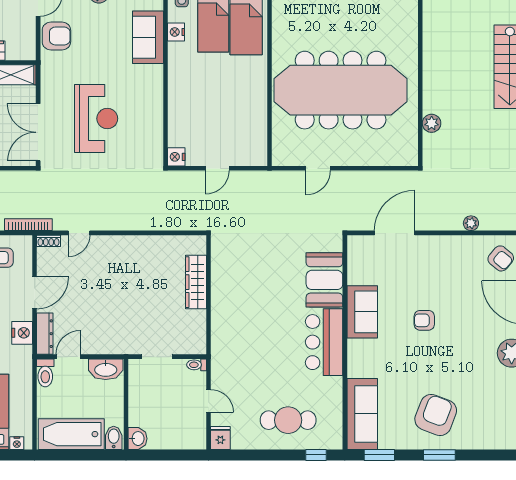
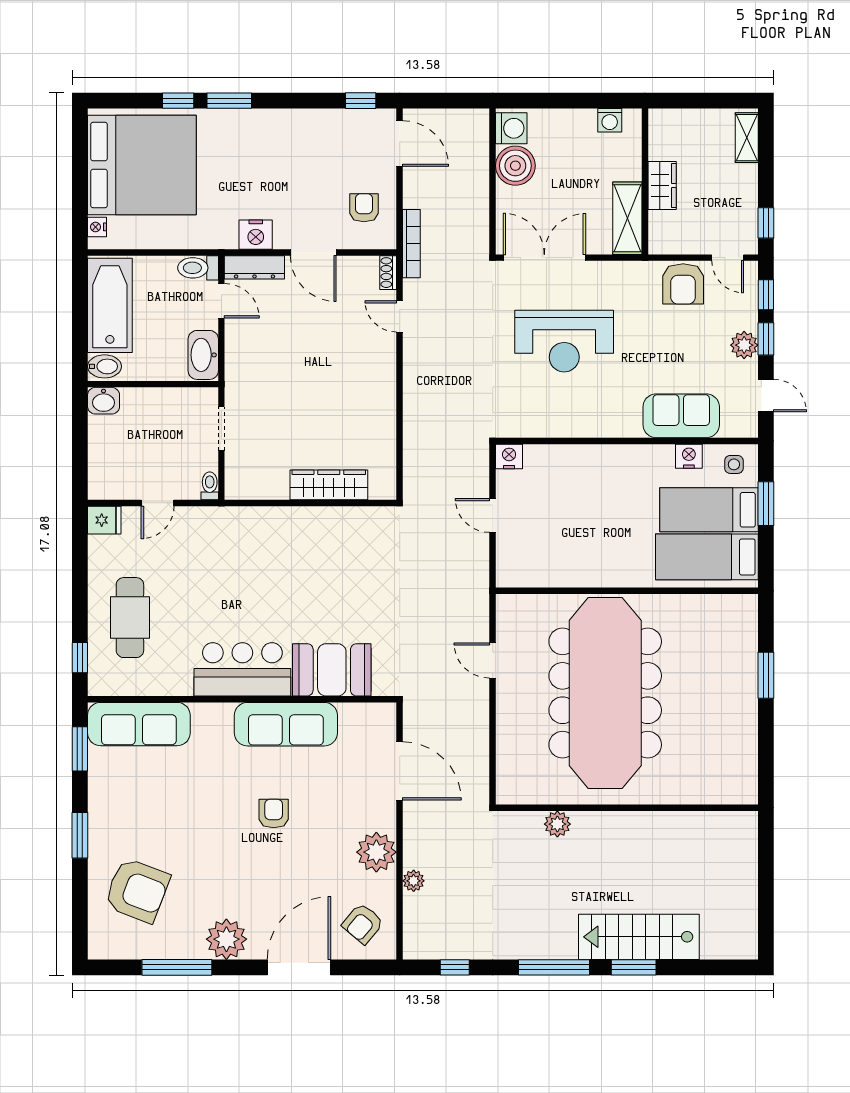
plant: (451, 249) -> (376, 852), added
sofa: (362, 312) -> (286, 724), width x1.36
armchair: (436, 415) -> (137, 890), moved

